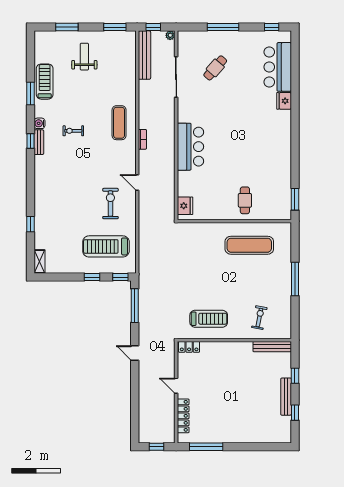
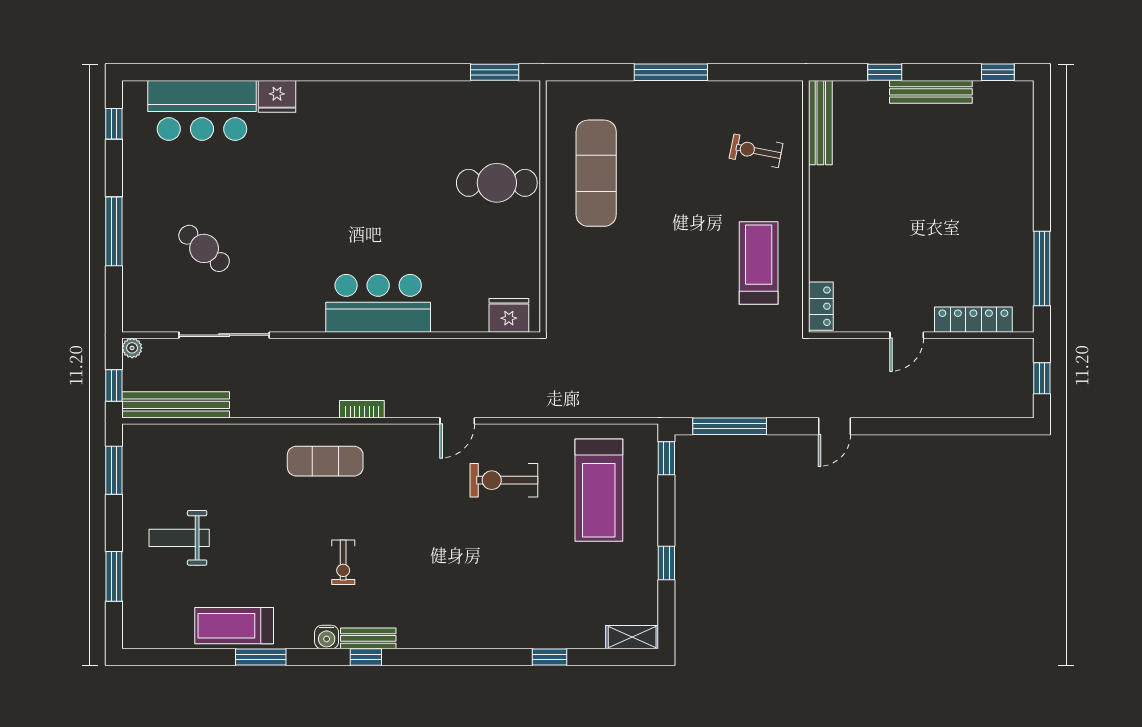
cafe table: (245, 200) -> (497, 183), width x1.37, depth x1.35
window: (92, 277) -> (666, 563), moved
window: (295, 413) -> (998, 72), moved

